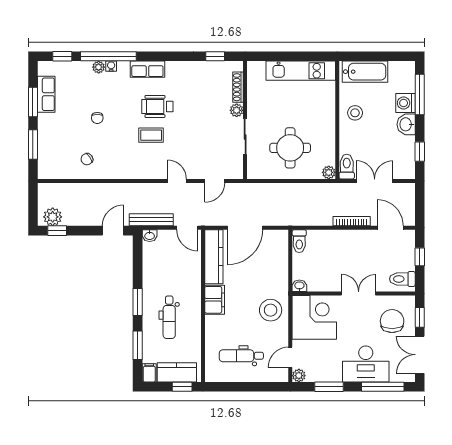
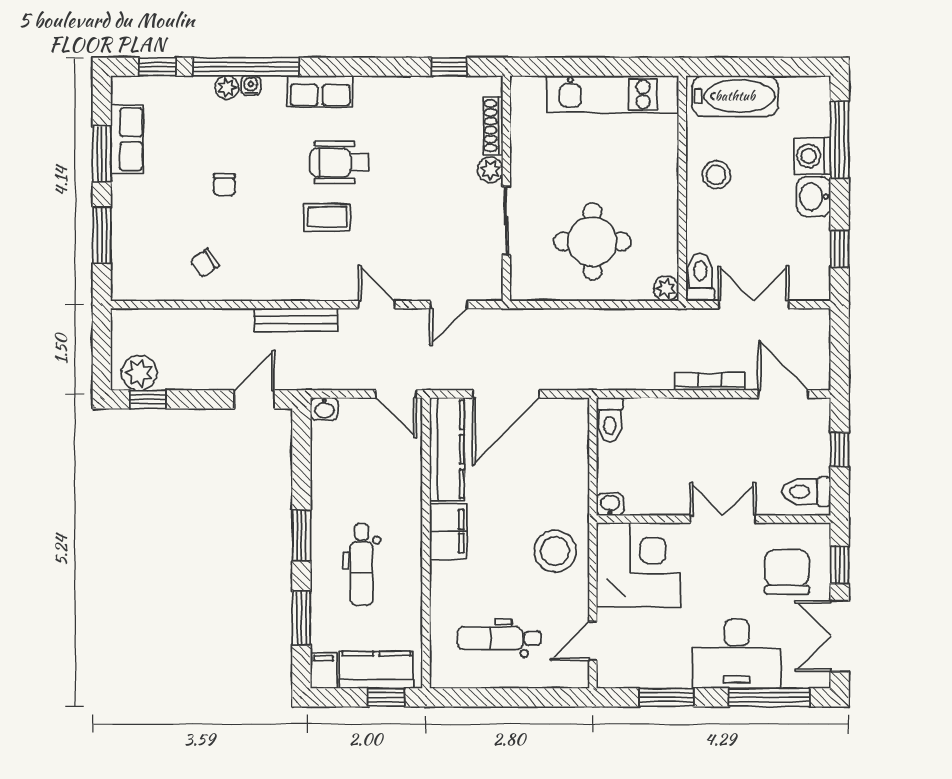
bench: (151, 220) -> (296, 320), moved
plant: (299, 376) -> (609, 676), removed

